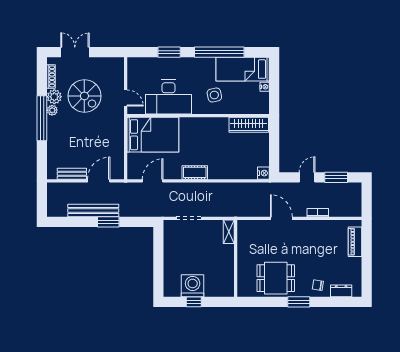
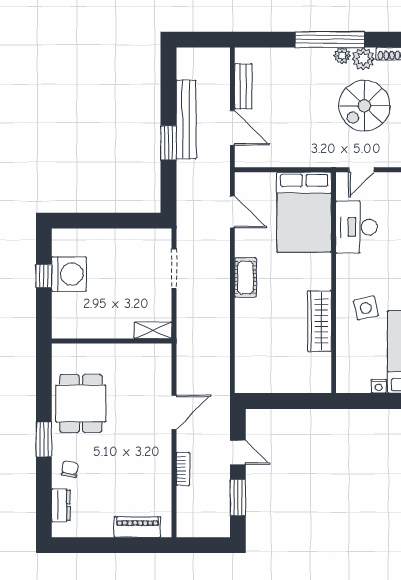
desk: (168, 97) -> (356, 227), width x0.73, depth x0.77
wardrobe: (249, 125) -> (319, 321), moved
nightstand: (263, 173) -> (244, 384), removed

